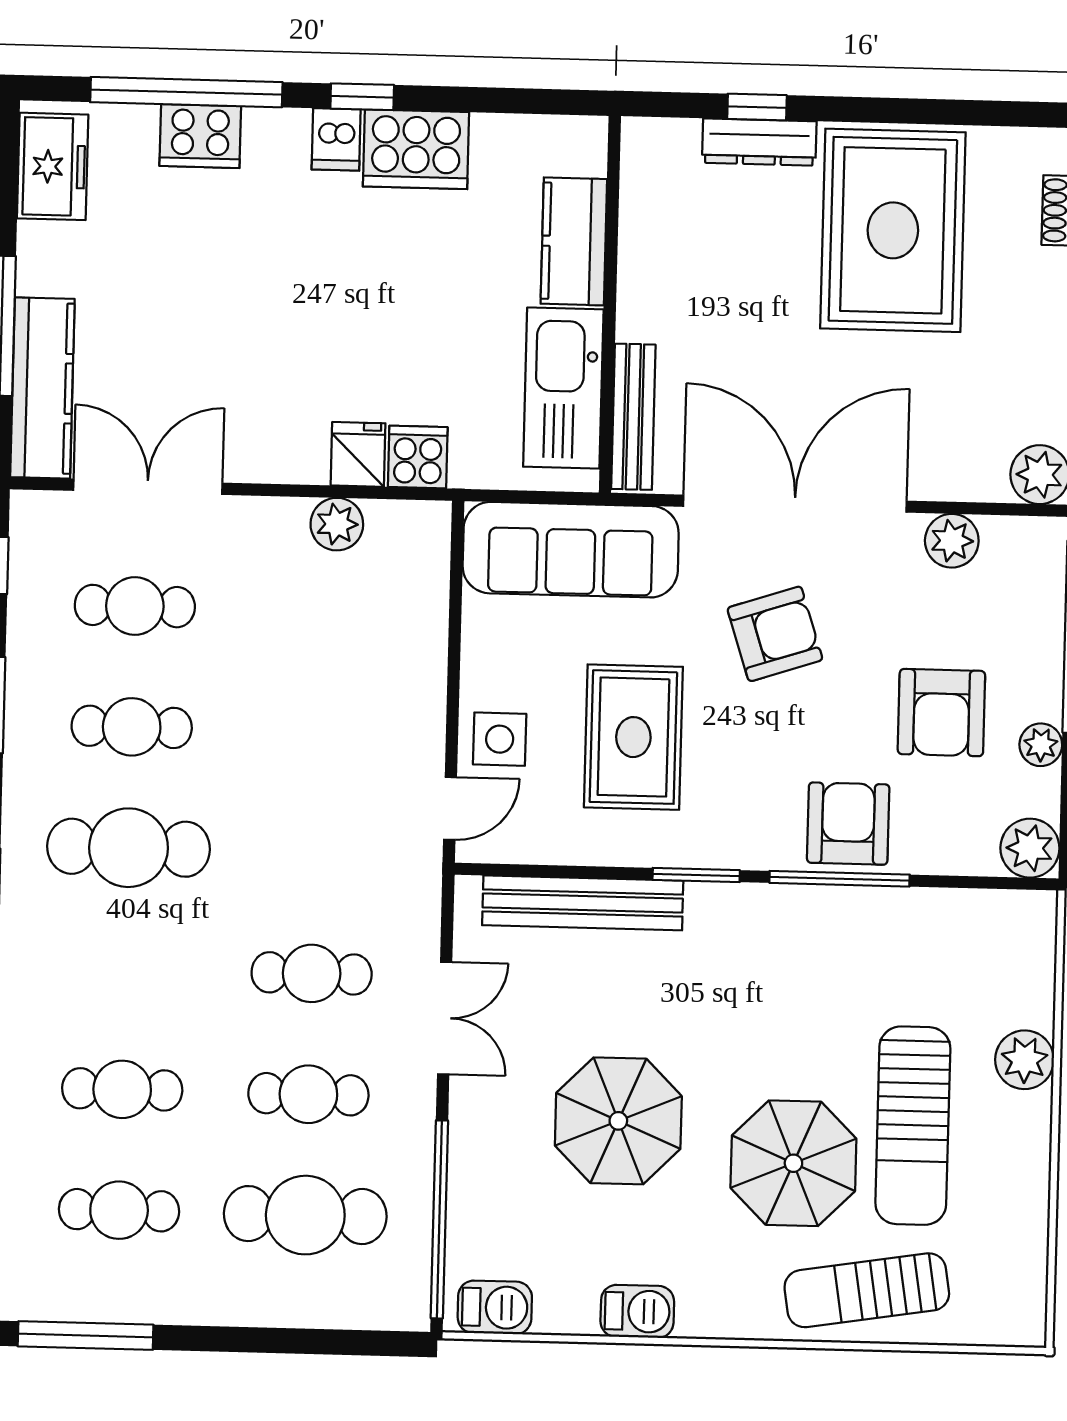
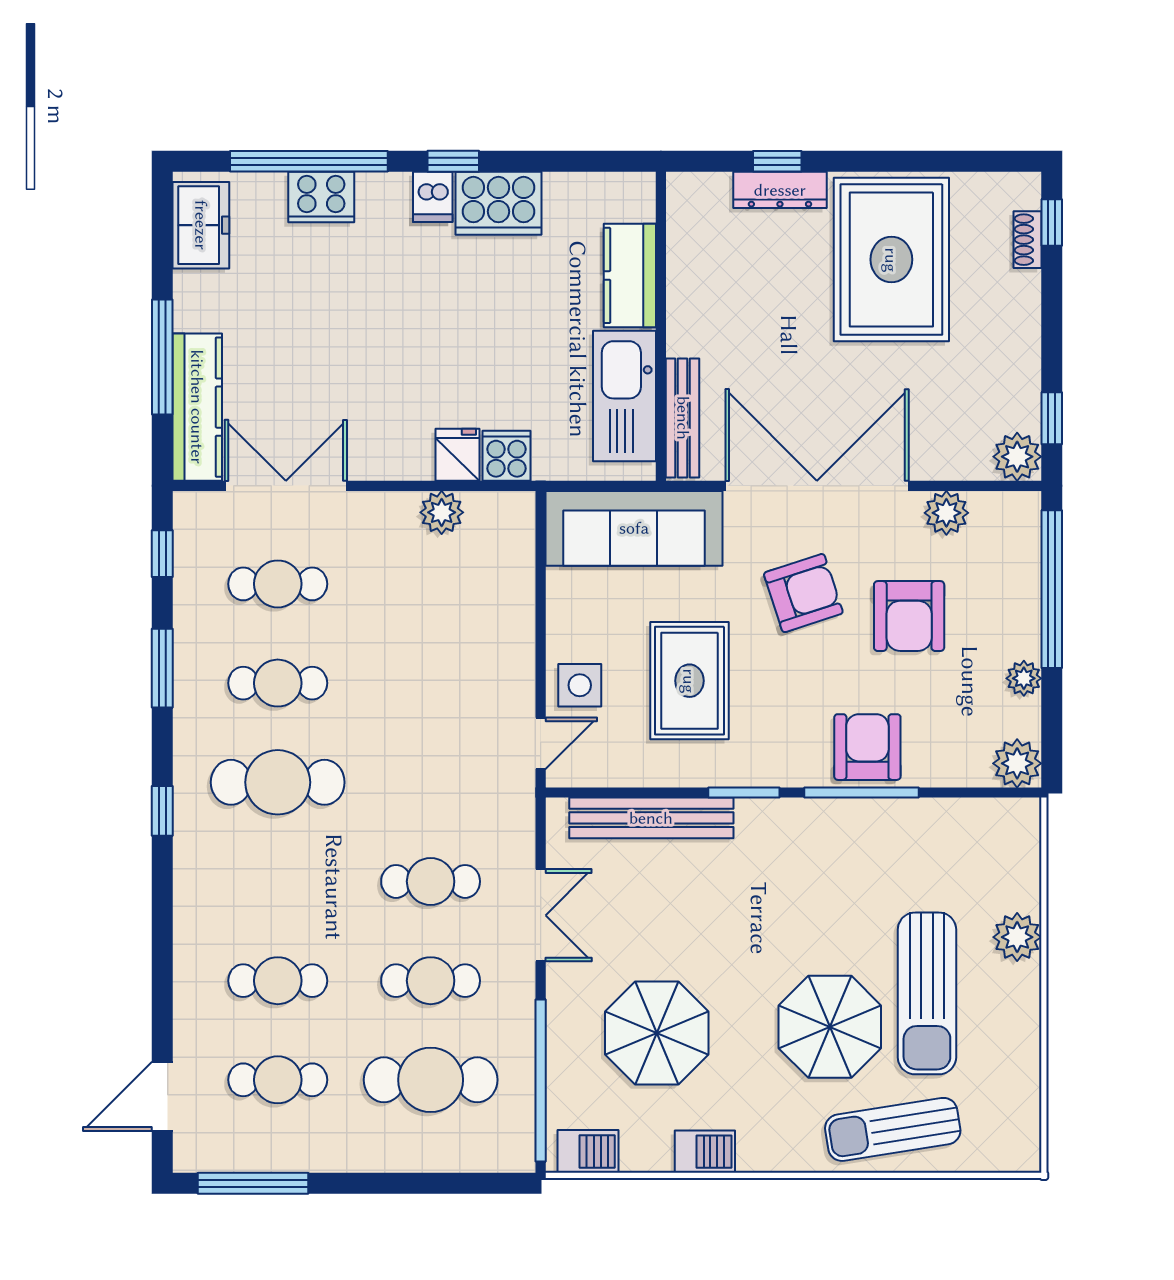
armchair: (941, 713) -> (909, 616), moved
parasol: (618, 1121) -> (657, 1033), moved

